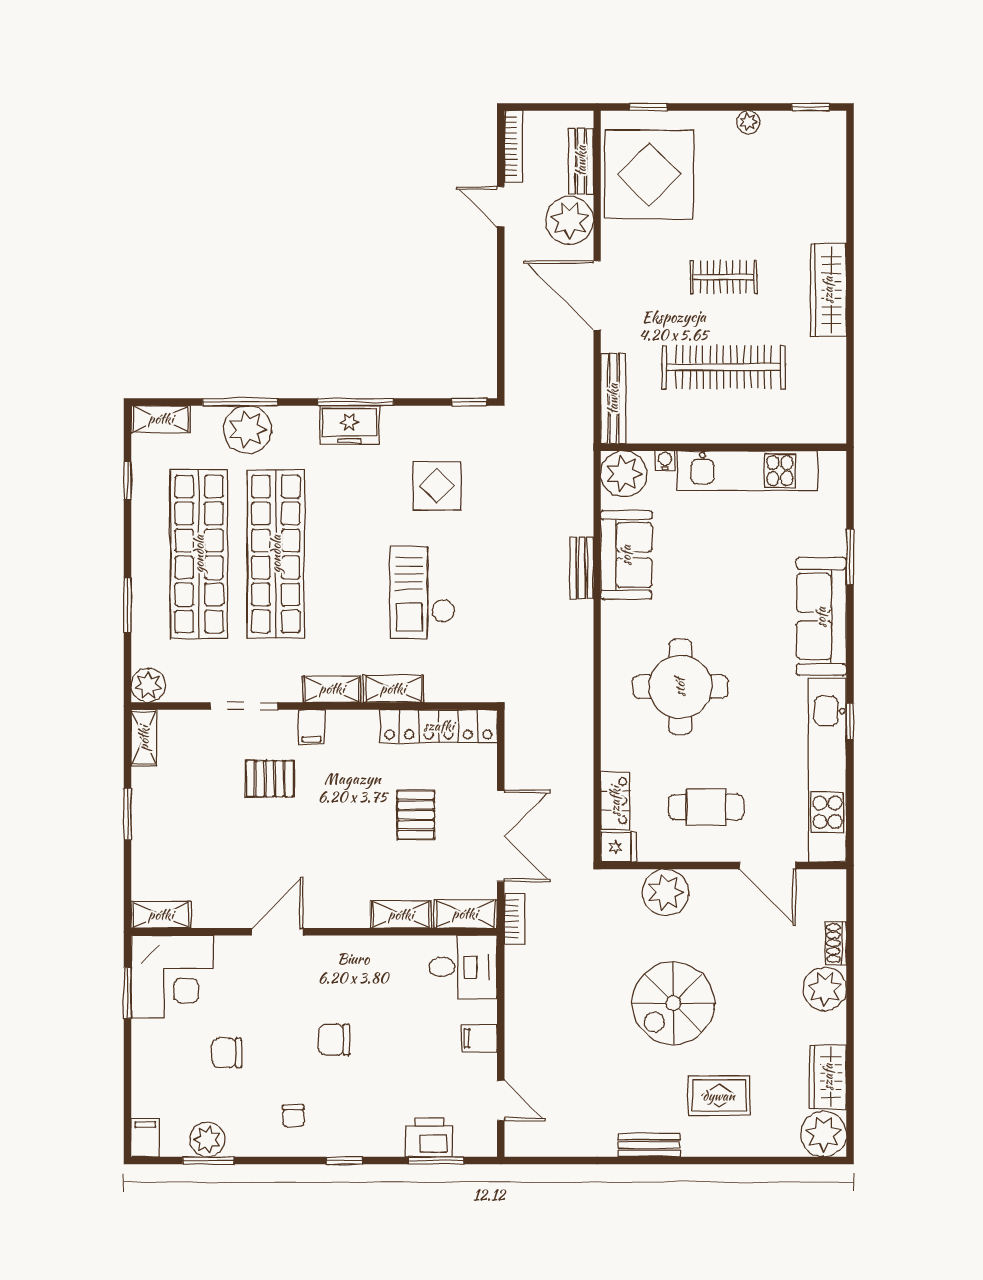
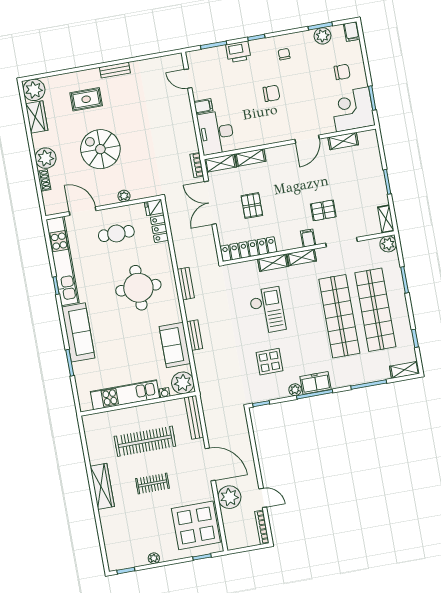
bench: (581, 161) -> (186, 284), moved
plant: (248, 429) -> (295, 390), moved, width x0.53, depth x0.53
plant: (666, 892) -> (124, 196), width x0.53, depth x0.53
shelving: (161, 915) -> (343, 141), moved
desk: (463, 967) -> (216, 133), width x1.37
spiral stairs: (673, 1003) -> (100, 149), moved, turned -90
chair: (227, 1053) -> (342, 72), moved
printer: (429, 1137) -> (238, 52), moved

